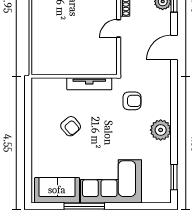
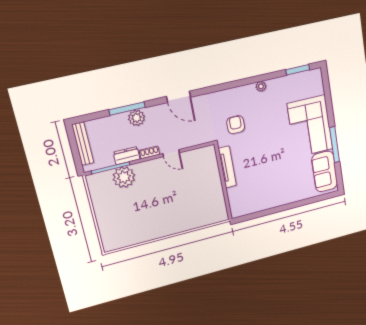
armchair: (71, 126) -> (268, 174), removed
plant: (161, 130) -> (261, 86), width x0.53, depth x0.53

